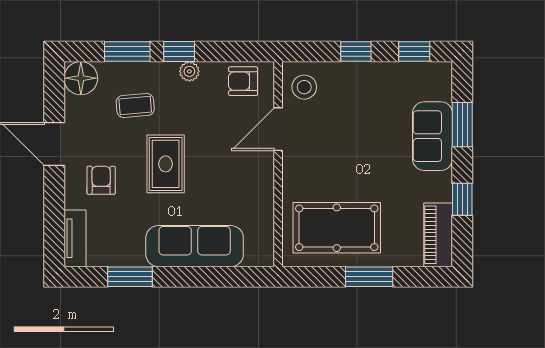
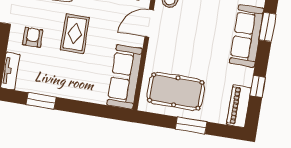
window: (462, 125) -> (267, 27), moved
sofa: (433, 136) -> (247, 36), width x1.36
sofa: (195, 246) -> (125, 77), moved, turned -90

